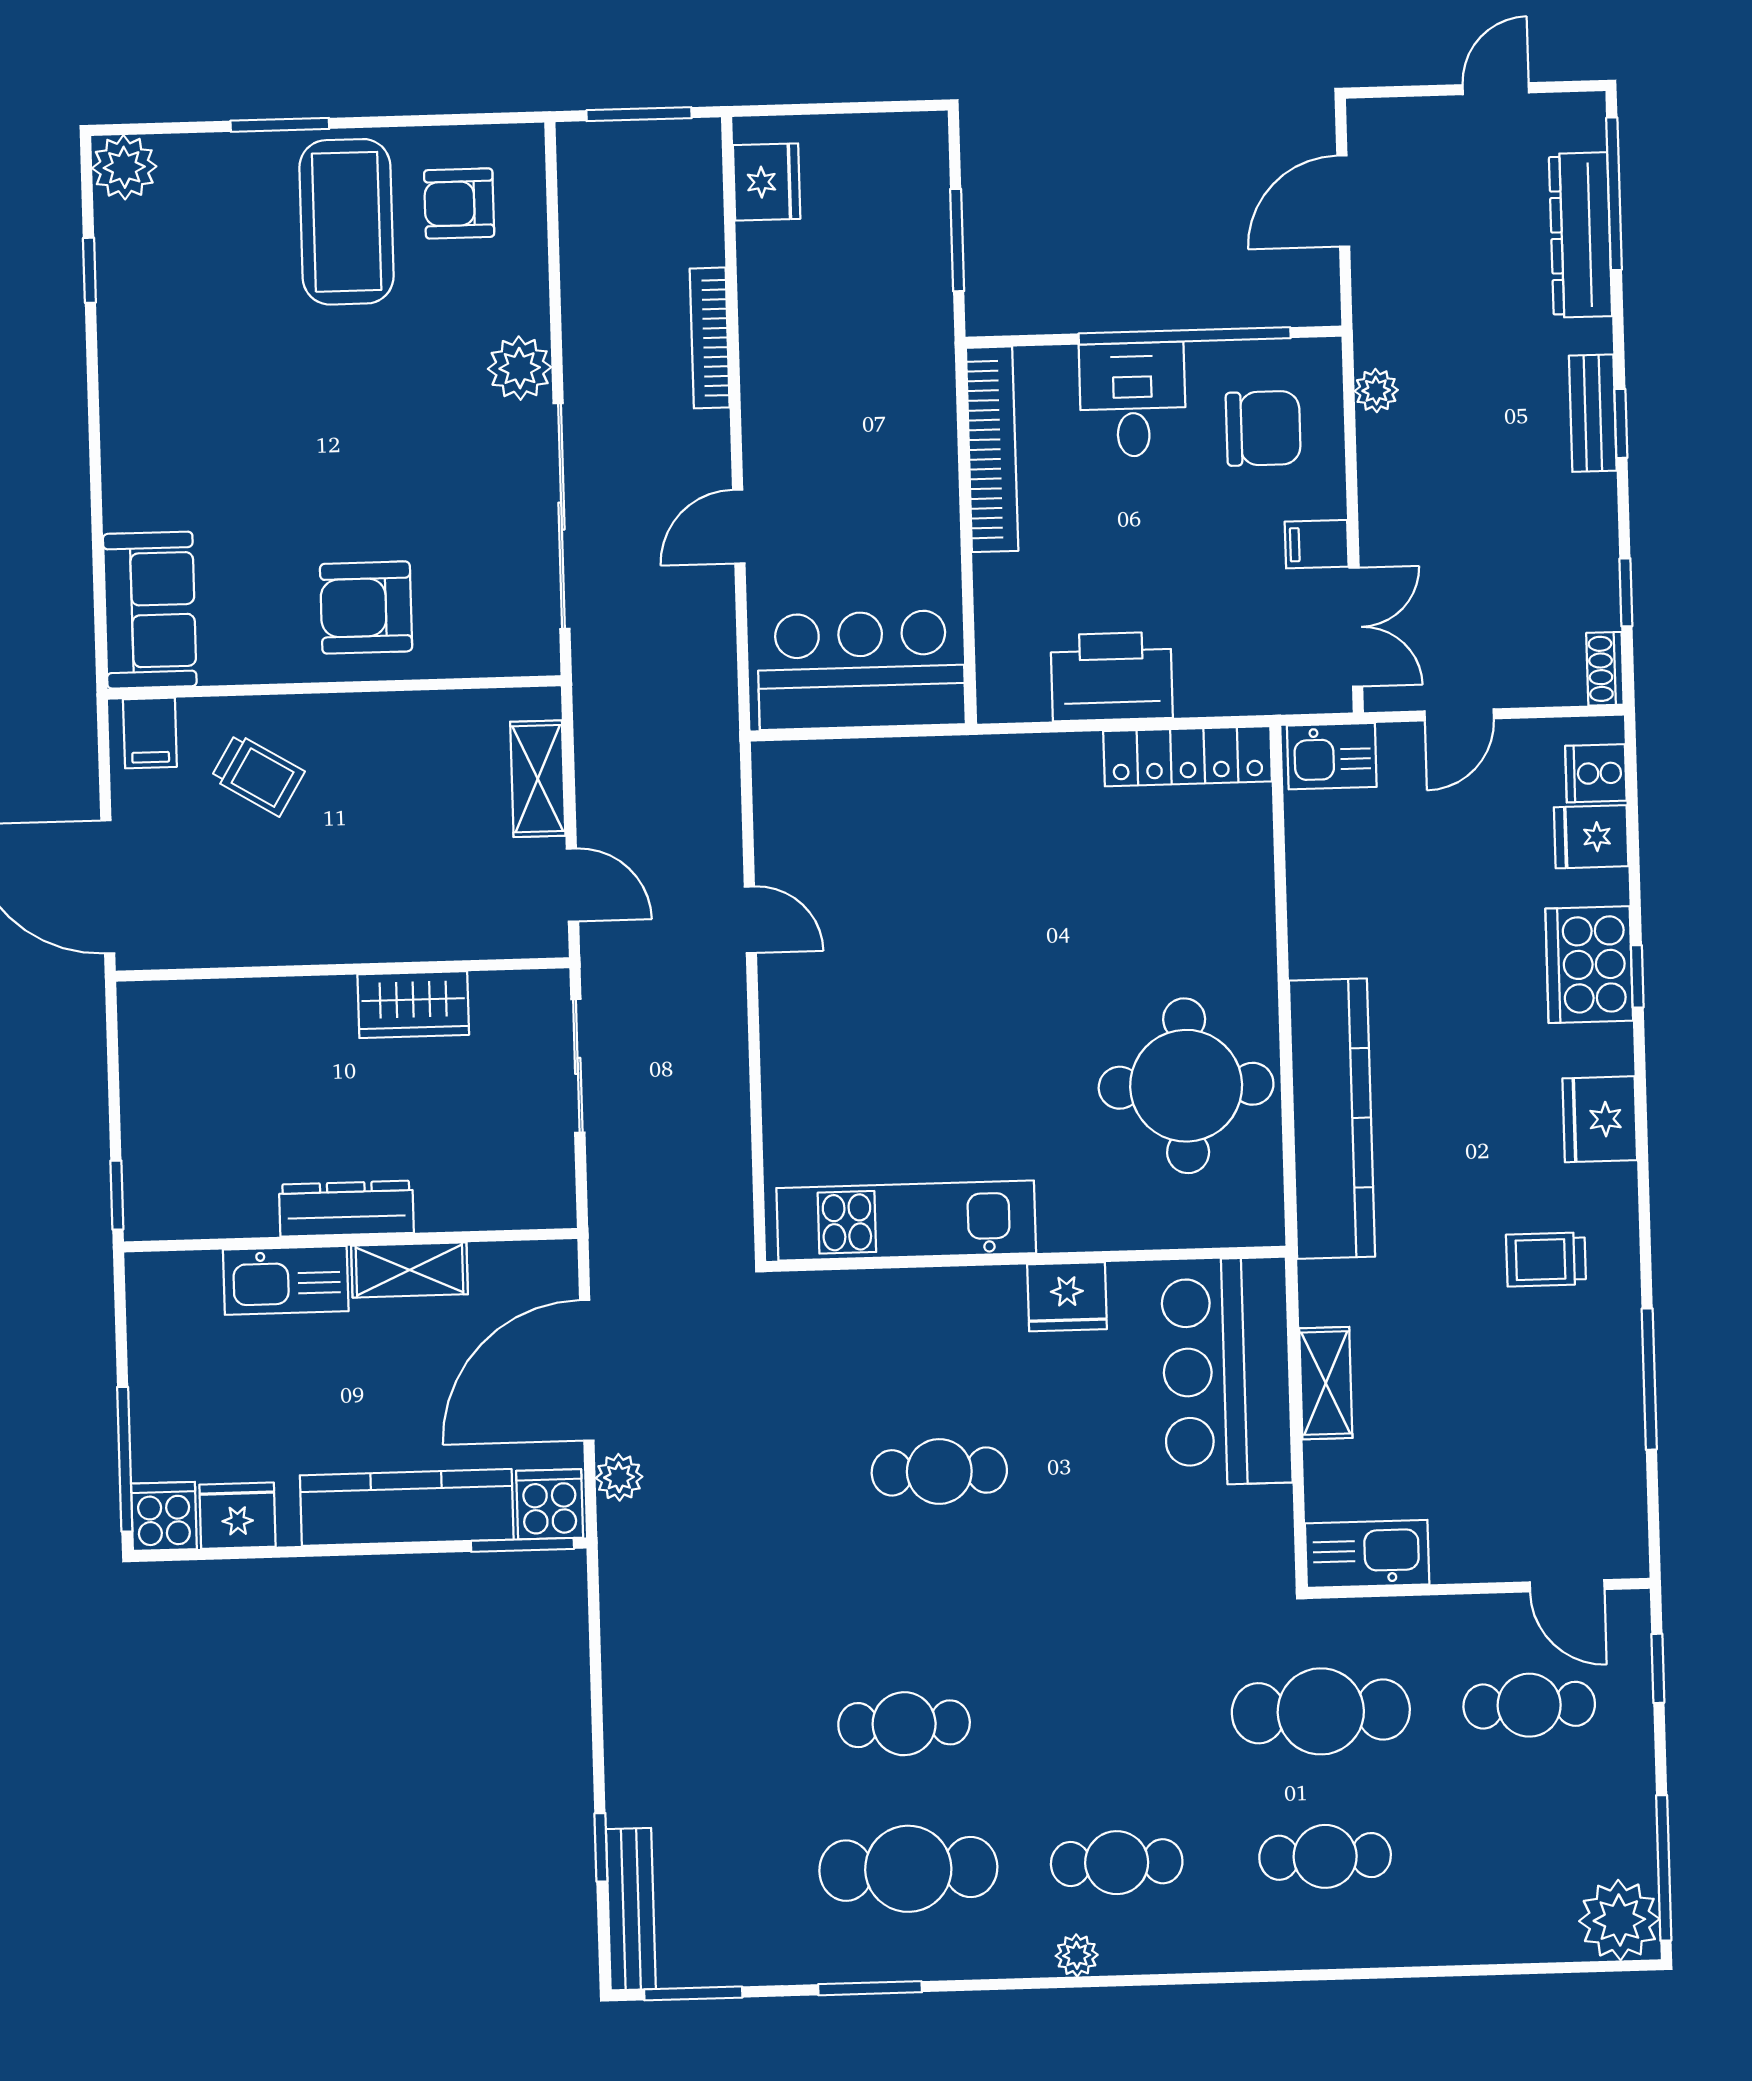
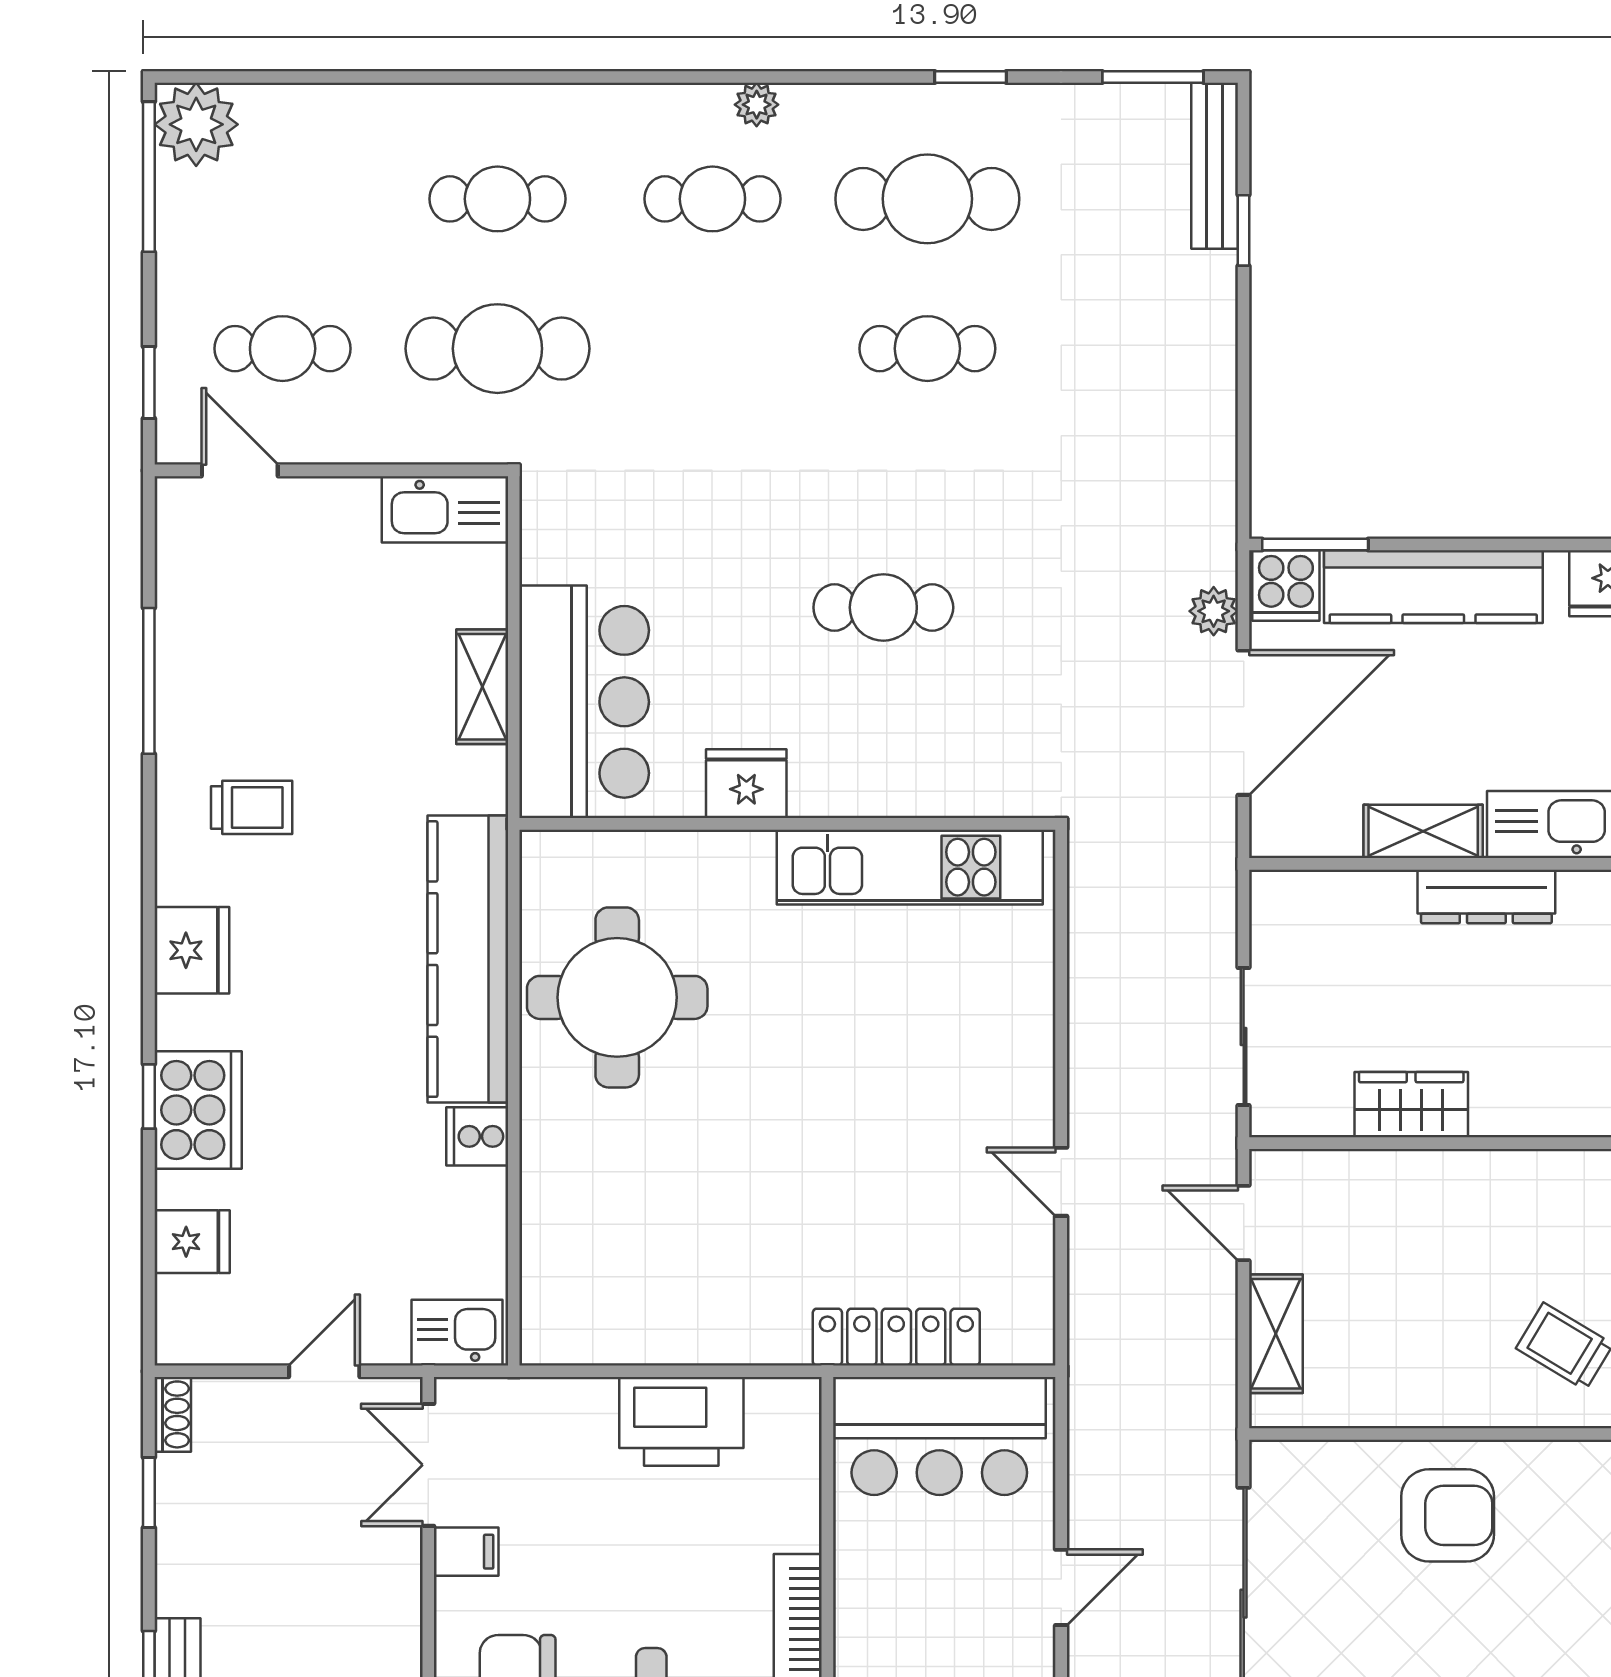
locker: (1188, 756) -> (896, 1337), moved
cooker: (1596, 773) -> (477, 1136), moved, turned 180
window: (870, 1988) -> (971, 77), width x0.67

